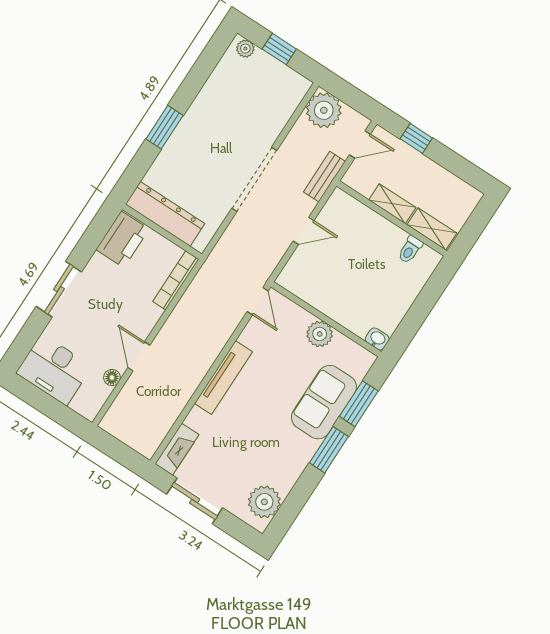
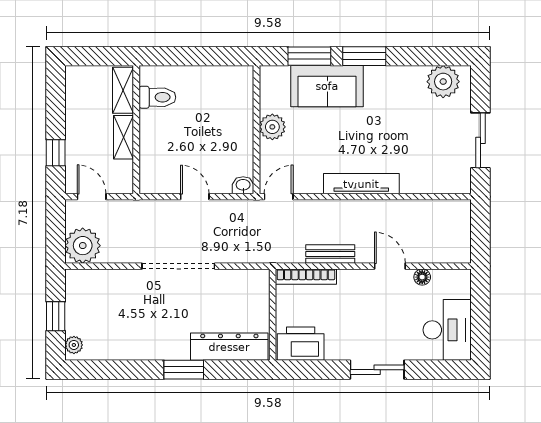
bench: (324, 177) -> (330, 254), moved
dresser: (165, 214) -> (229, 347), moved, turned 90
toilet: (410, 250) -> (157, 97), width x1.37, depth x1.39
washbasin: (377, 339) -> (243, 185), moved, turned 90
door: (139, 356) -> (390, 266), swing flipped
fireplace: (177, 449) -> (447, 183), removed

